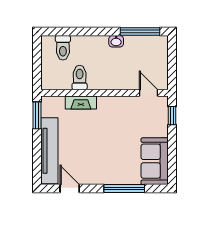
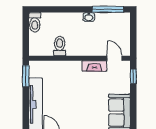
toilet: (63, 48) -> (35, 22), moved
fireplace: (81, 103) -> (94, 66), moved

